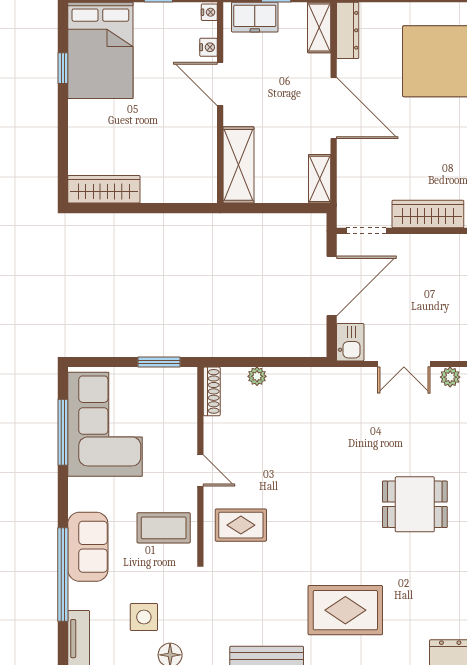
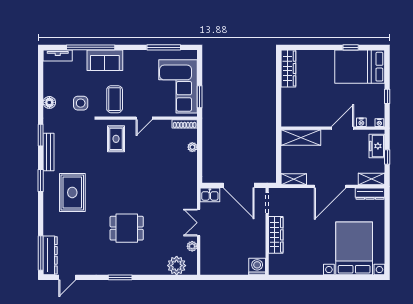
corner sofa: (105, 424) -> (178, 86), moved, turned 90
dining table: (415, 504) -> (127, 228), turned 90
side table: (144, 617) -> (81, 103), moved

